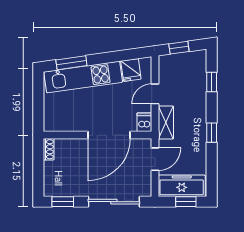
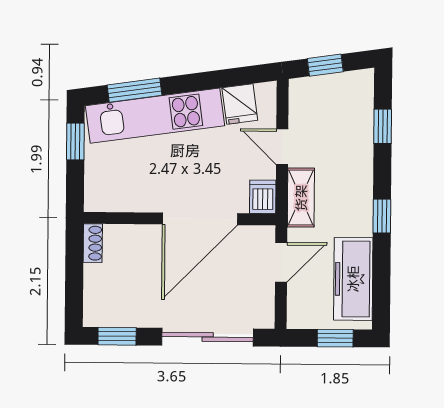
window: (38, 92) -> (75, 141), added
door: (155, 94) -> (282, 147), hinge flipped
freezer: (182, 186) -> (353, 279), moved, turned -90

